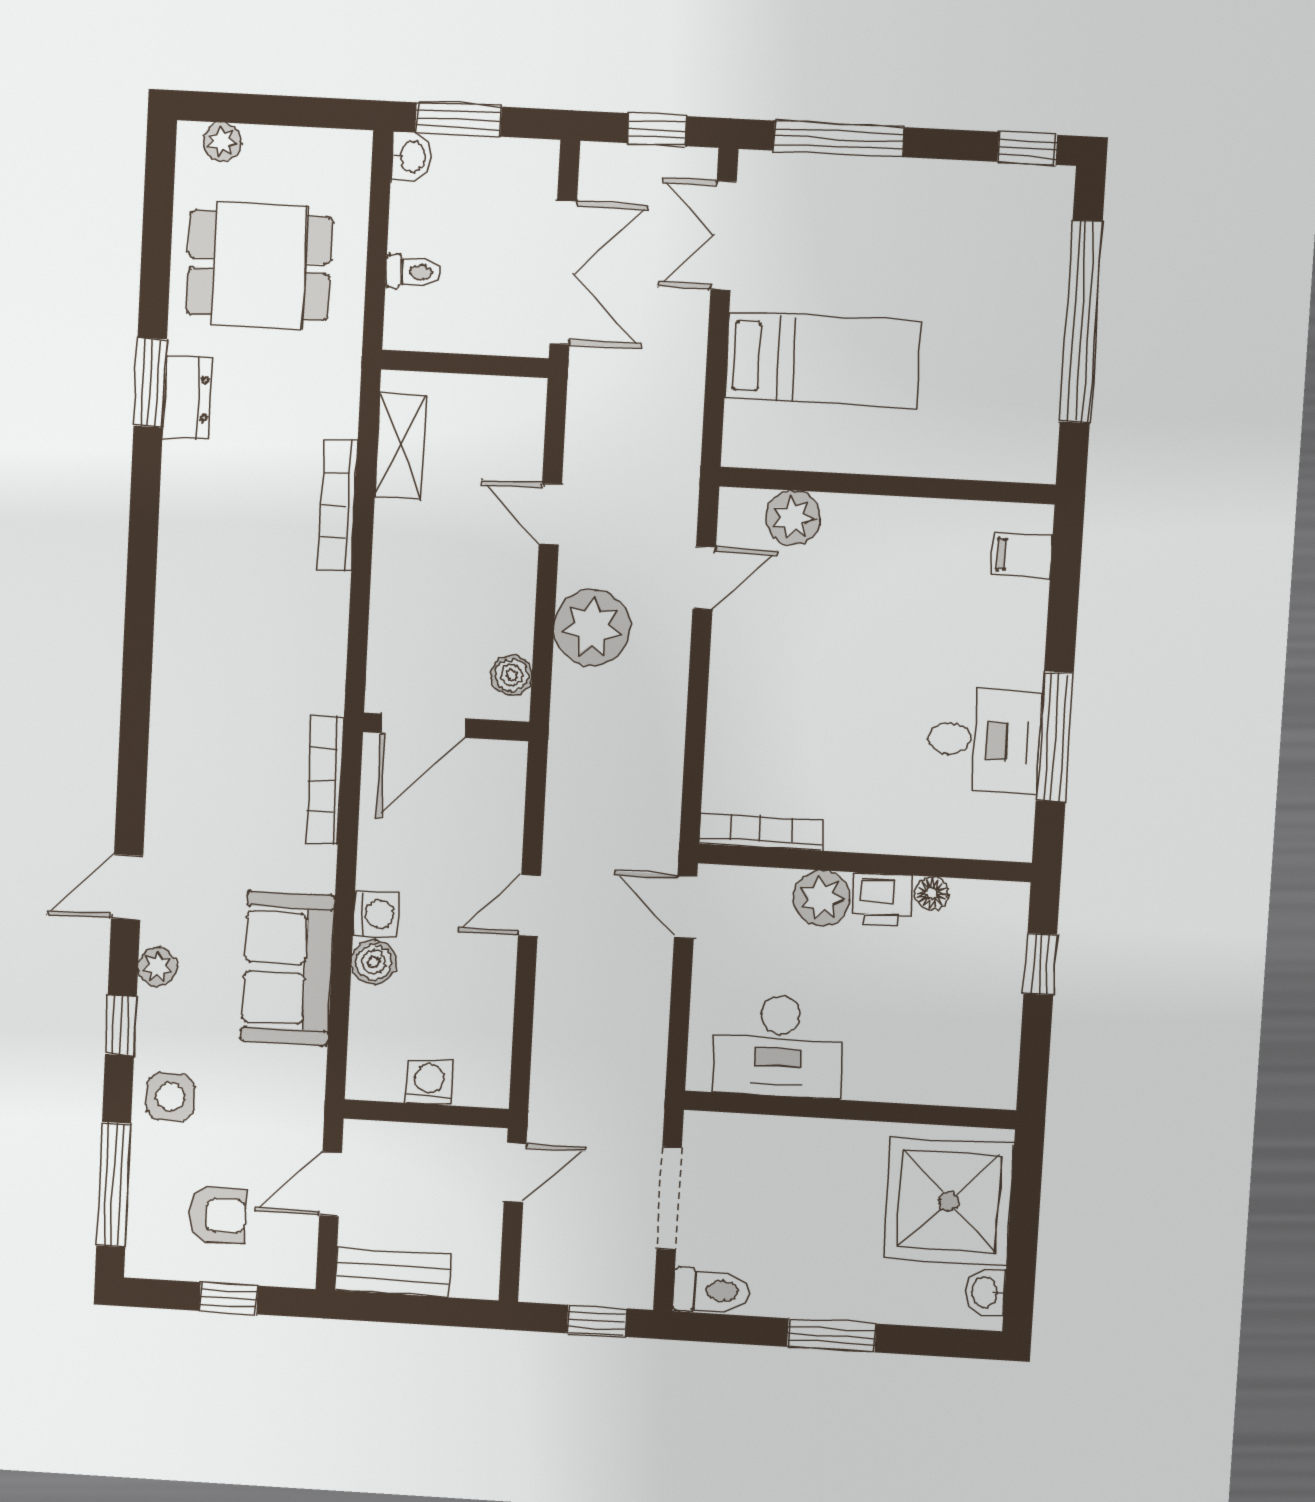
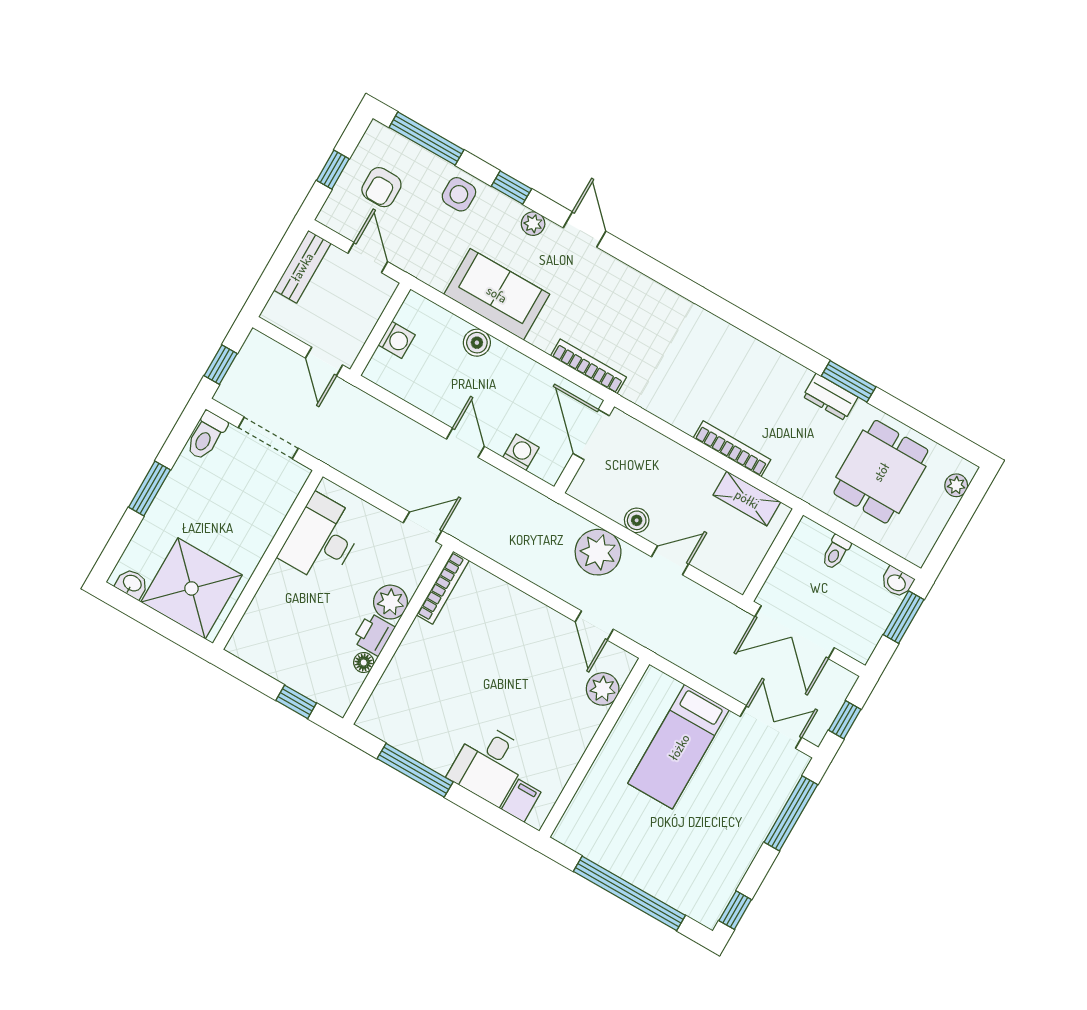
boiler: (512, 675) -> (637, 520), moved
desk: (984, 741) -> (489, 764), moved
washing machine: (376, 914) -> (521, 452), moved, turned 180

